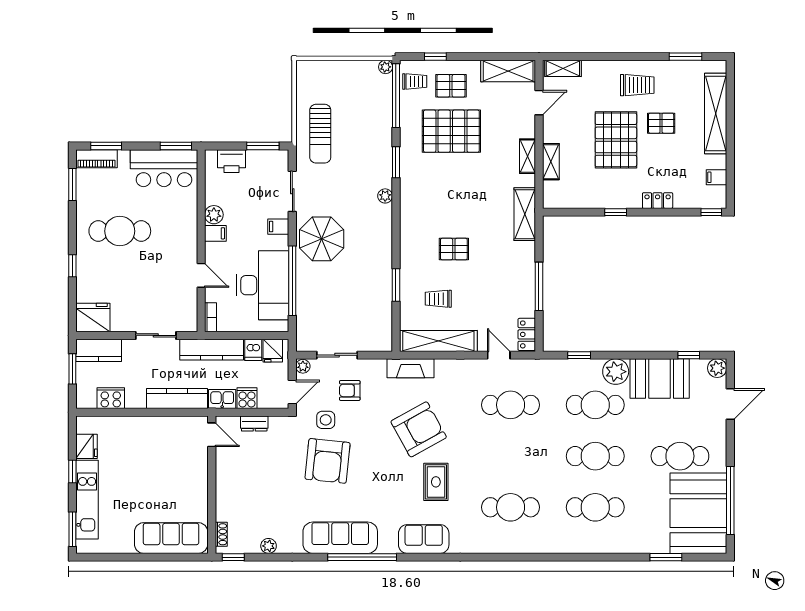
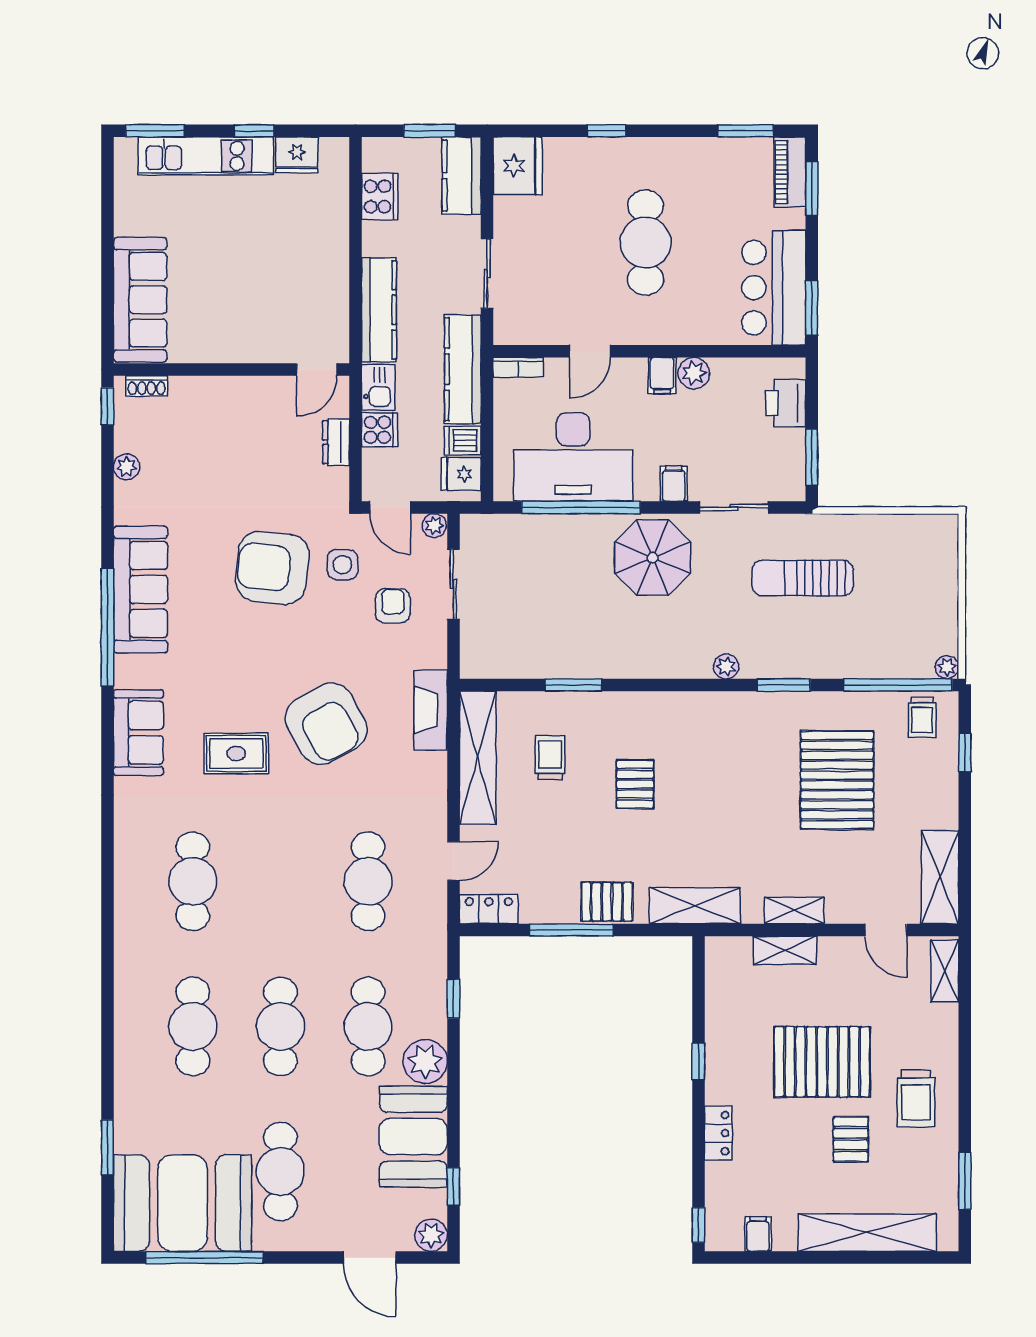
pallet: (451, 86) -> (607, 902), moved, turned 90
sun lounger: (320, 134) -> (803, 578), moved
cafe table: (120, 231) -> (646, 243), moved

